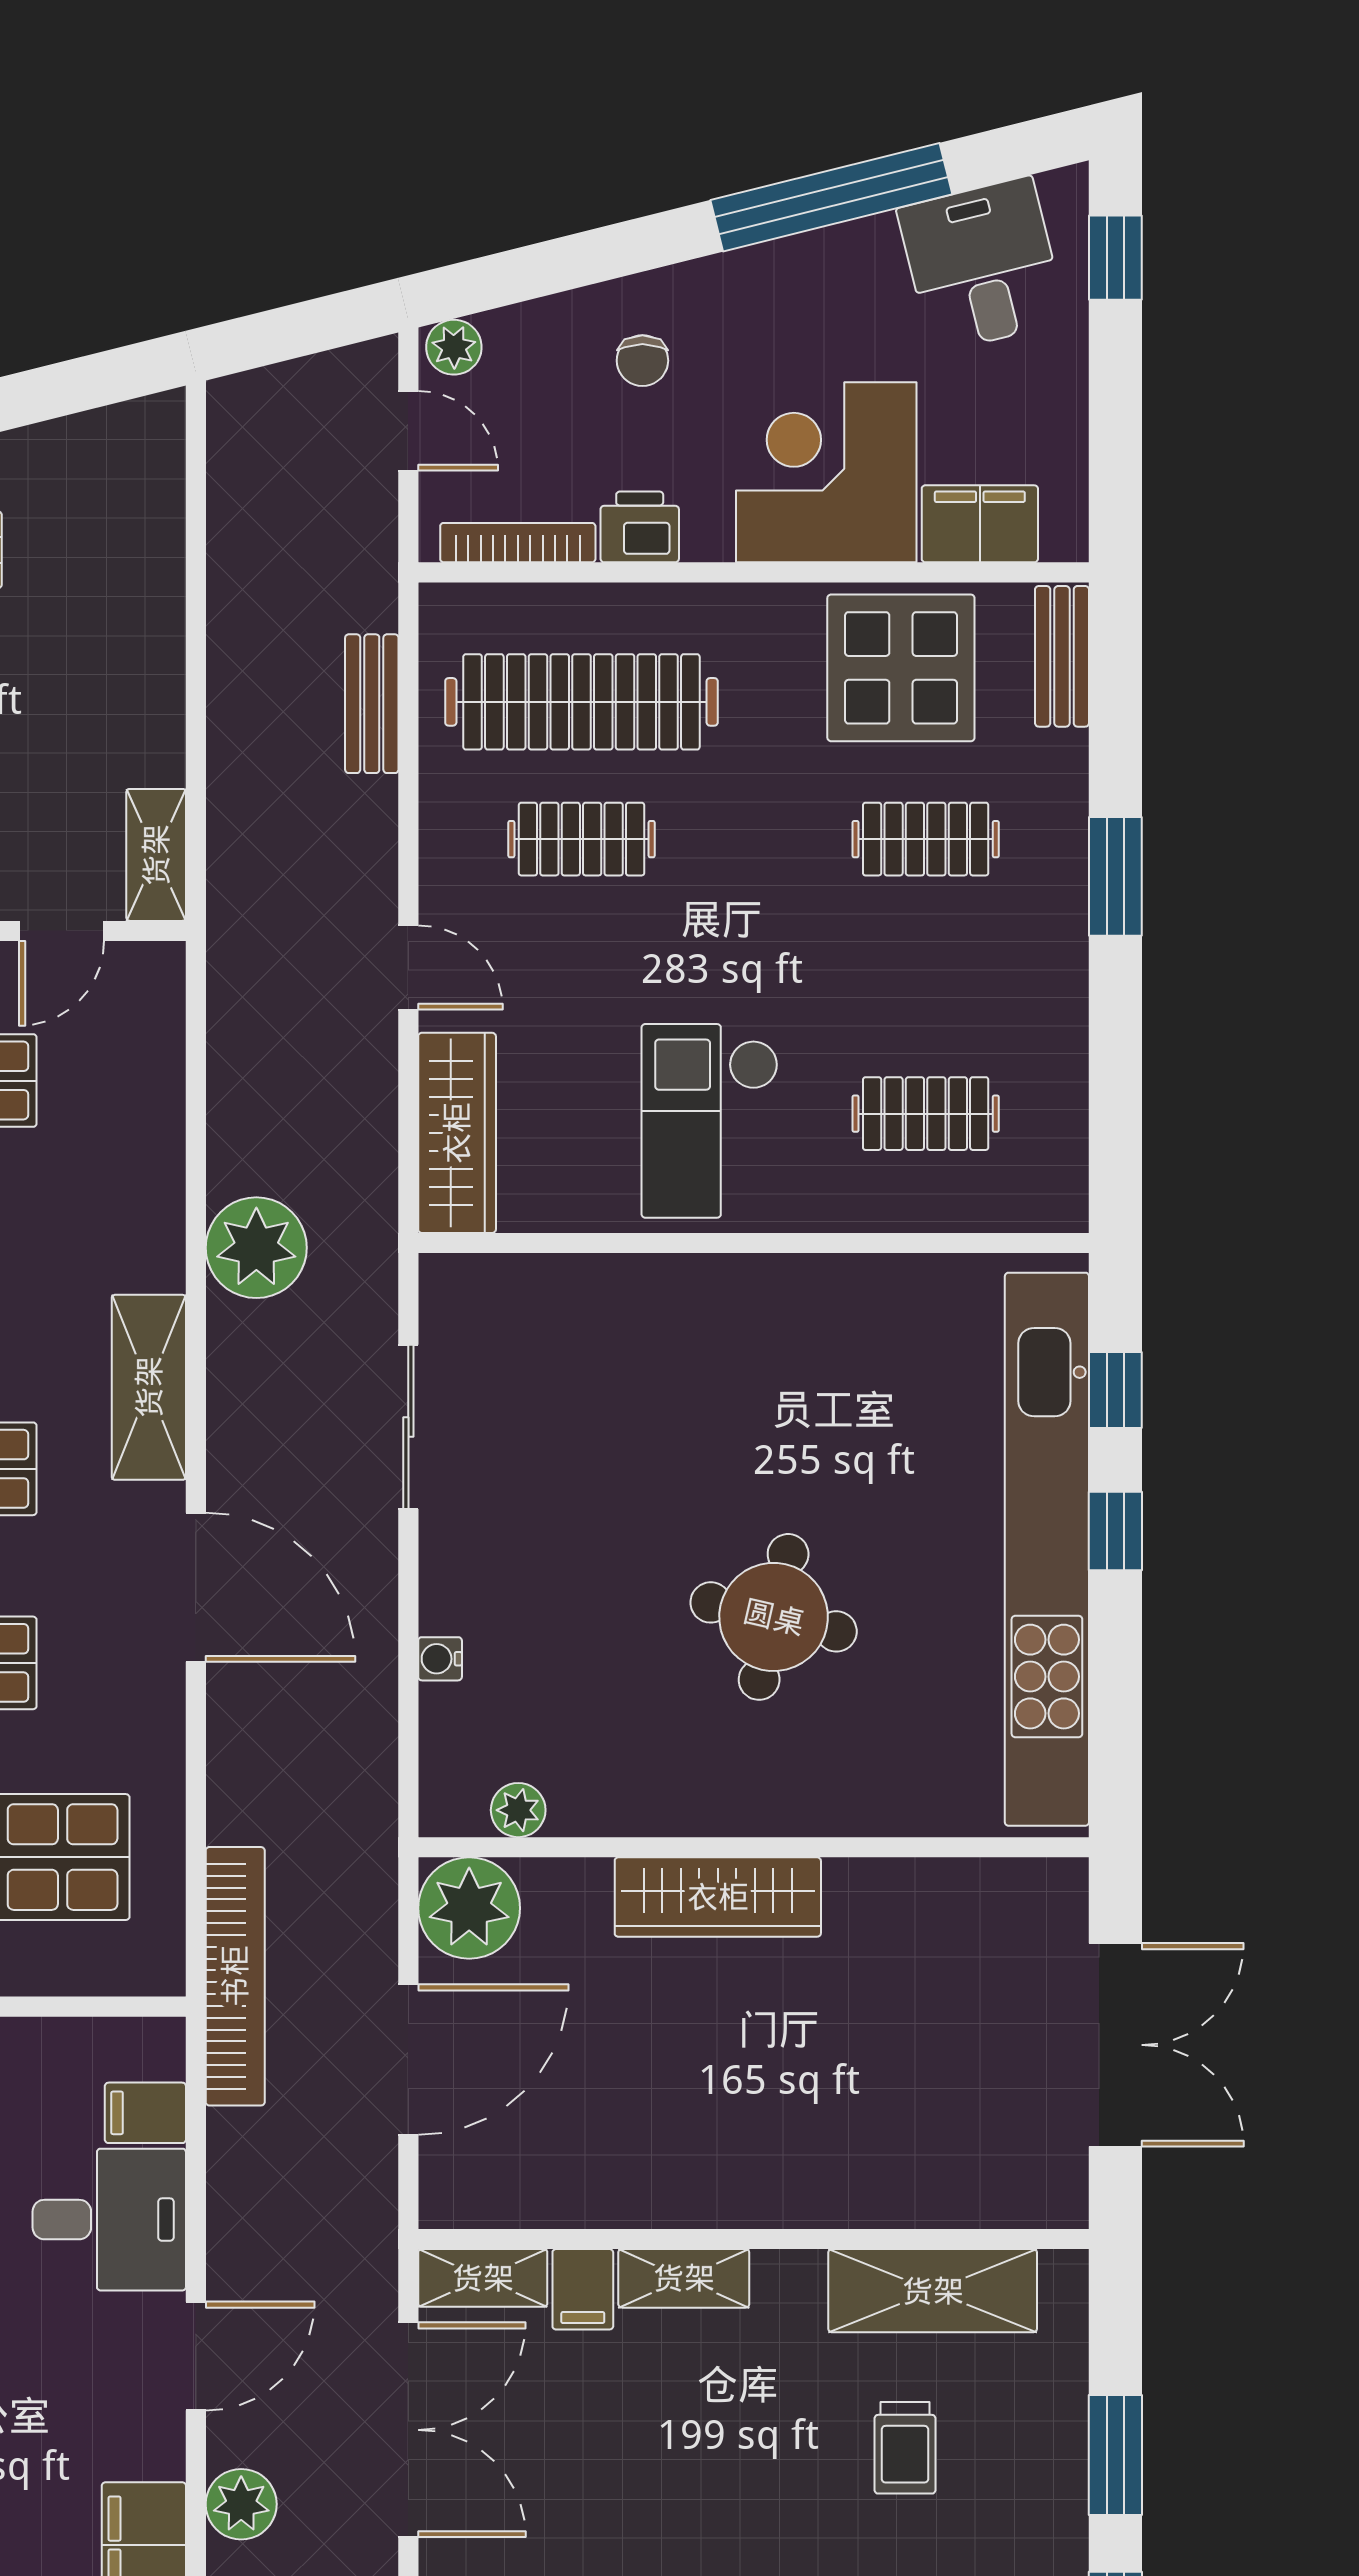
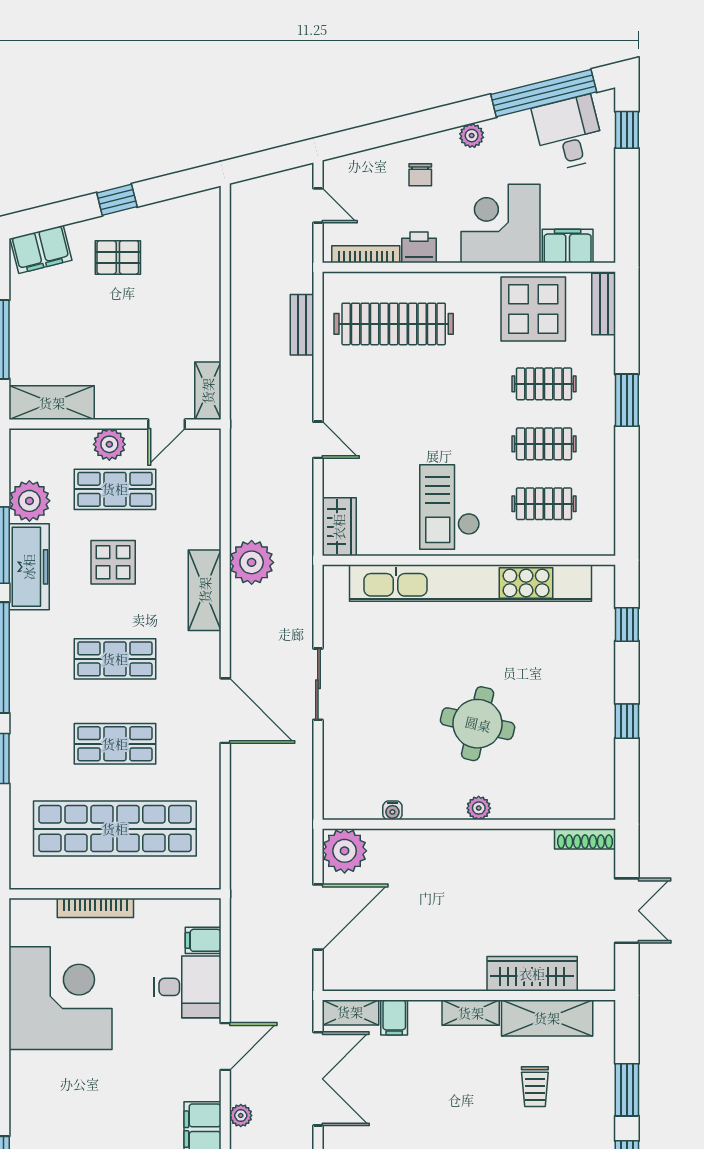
window: (831, 197) -> (544, 93), moved
plant: (454, 347) -> (472, 136), moved
clothes rail: (581, 839) -> (544, 444), moved
wardrobe: (457, 1133) -> (339, 527), width x0.67
shelving: (149, 1387) -> (205, 590), moved
sliding door: (408, 1427) -> (318, 684), moved
window: (1115, 1531) -> (627, 721), moved
kitchen unit: (1047, 1549) -> (470, 583), moved, turned -90
water cooler: (440, 1659) -> (392, 810), moved, turned -90
plant: (518, 1810) -> (479, 808), moved
shoe rack: (1020, 1881) -> (585, 839), added
wardrobe: (718, 1897) -> (532, 974), moved, turned 180
bookcase: (235, 1976) -> (242, 881), removed
double door: (1115, 2045) -> (627, 911), width x0.73
shelving: (684, 2278) -> (471, 1013), moved
plant: (241, 2504) -> (241, 1115), width x0.73, depth x0.73

